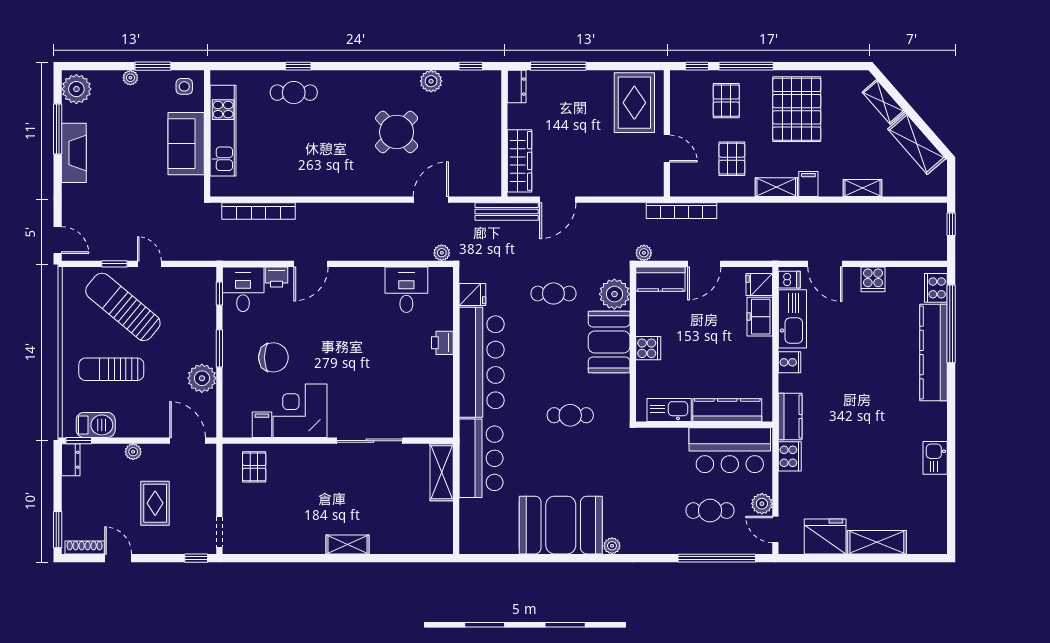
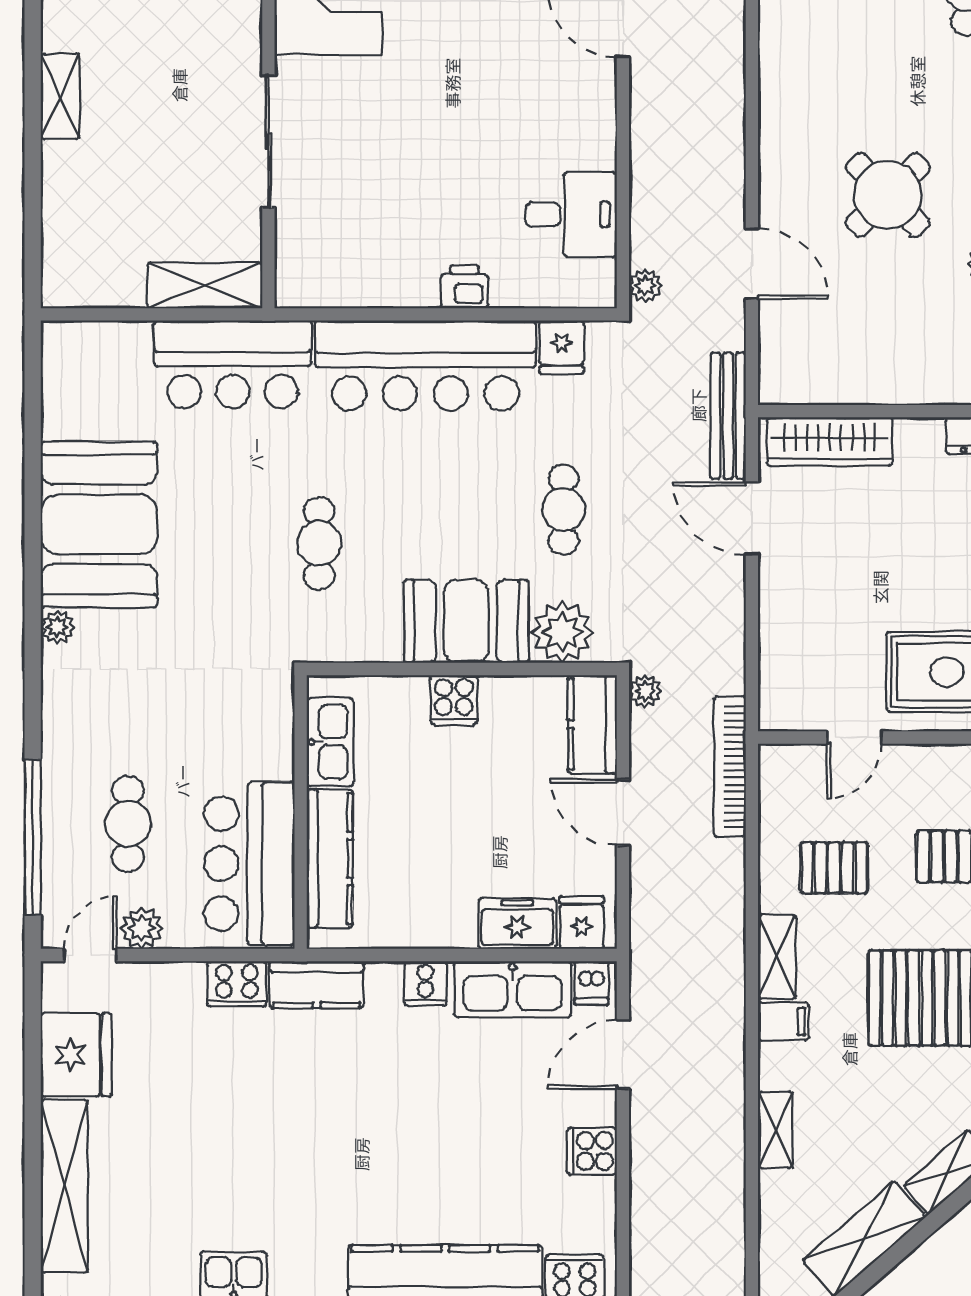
shelving: (877, 542) -> (64, 1186), width x1.47

